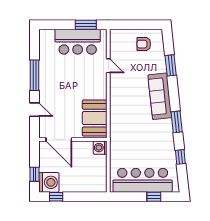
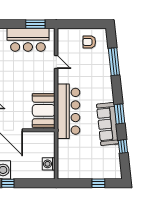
window: (171, 65) -> (114, 62), width x1.44
sofa: (160, 96) -> (108, 124), moved
washing machine: (100, 148) -> (49, 164), moved
bar counter: (143, 180) -> (69, 111), moved, turned 90

